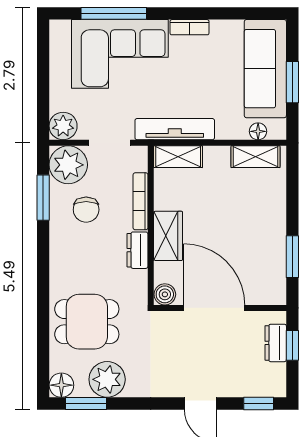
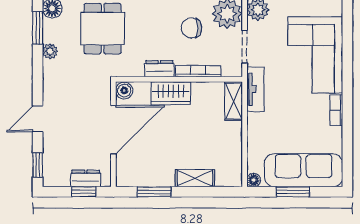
window: (114, 13) -> (347, 50), removed
tv unit: (175, 129) -> (255, 89), width x0.71
floor lamp: (258, 131) -> (254, 180), moved
shelving: (255, 157) -> (195, 178), moved, turned 90
plant: (107, 379) -> (50, 51), width x0.53, depth x0.53

